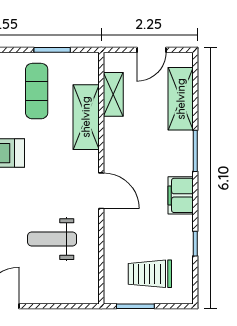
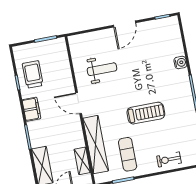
shelving: (86, 117) -> (96, 145), width x1.47
trolley: (150, 274) -> (33, 74), moved, turned -90

